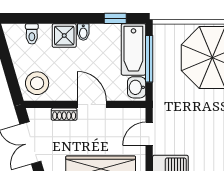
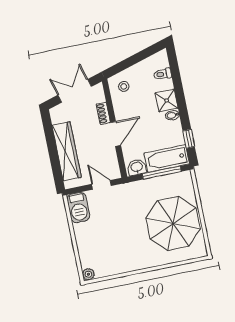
stool: (37, 83) -> (124, 86), width x0.53, depth x0.53

